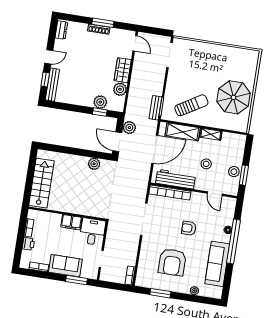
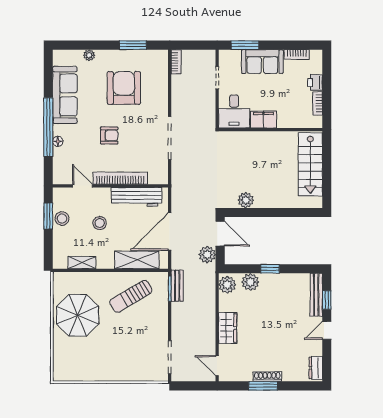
plant: (120, 89) -> (227, 285), moved
window: (100, 112) -> (270, 269), moved
shelving: (211, 134) -> (82, 263), moved
bookcase: (170, 193) -> (120, 178), moved

